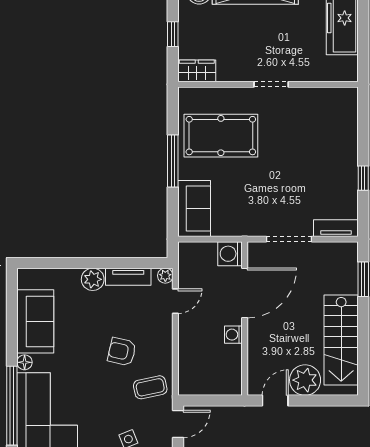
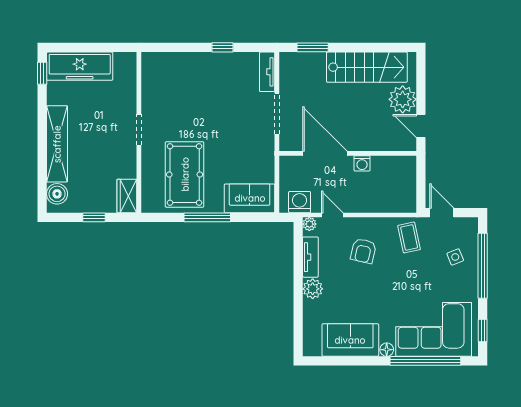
washing machine: (230, 254) -> (300, 202), moved, turned 180
armchair: (122, 352) -> (363, 251), moved

